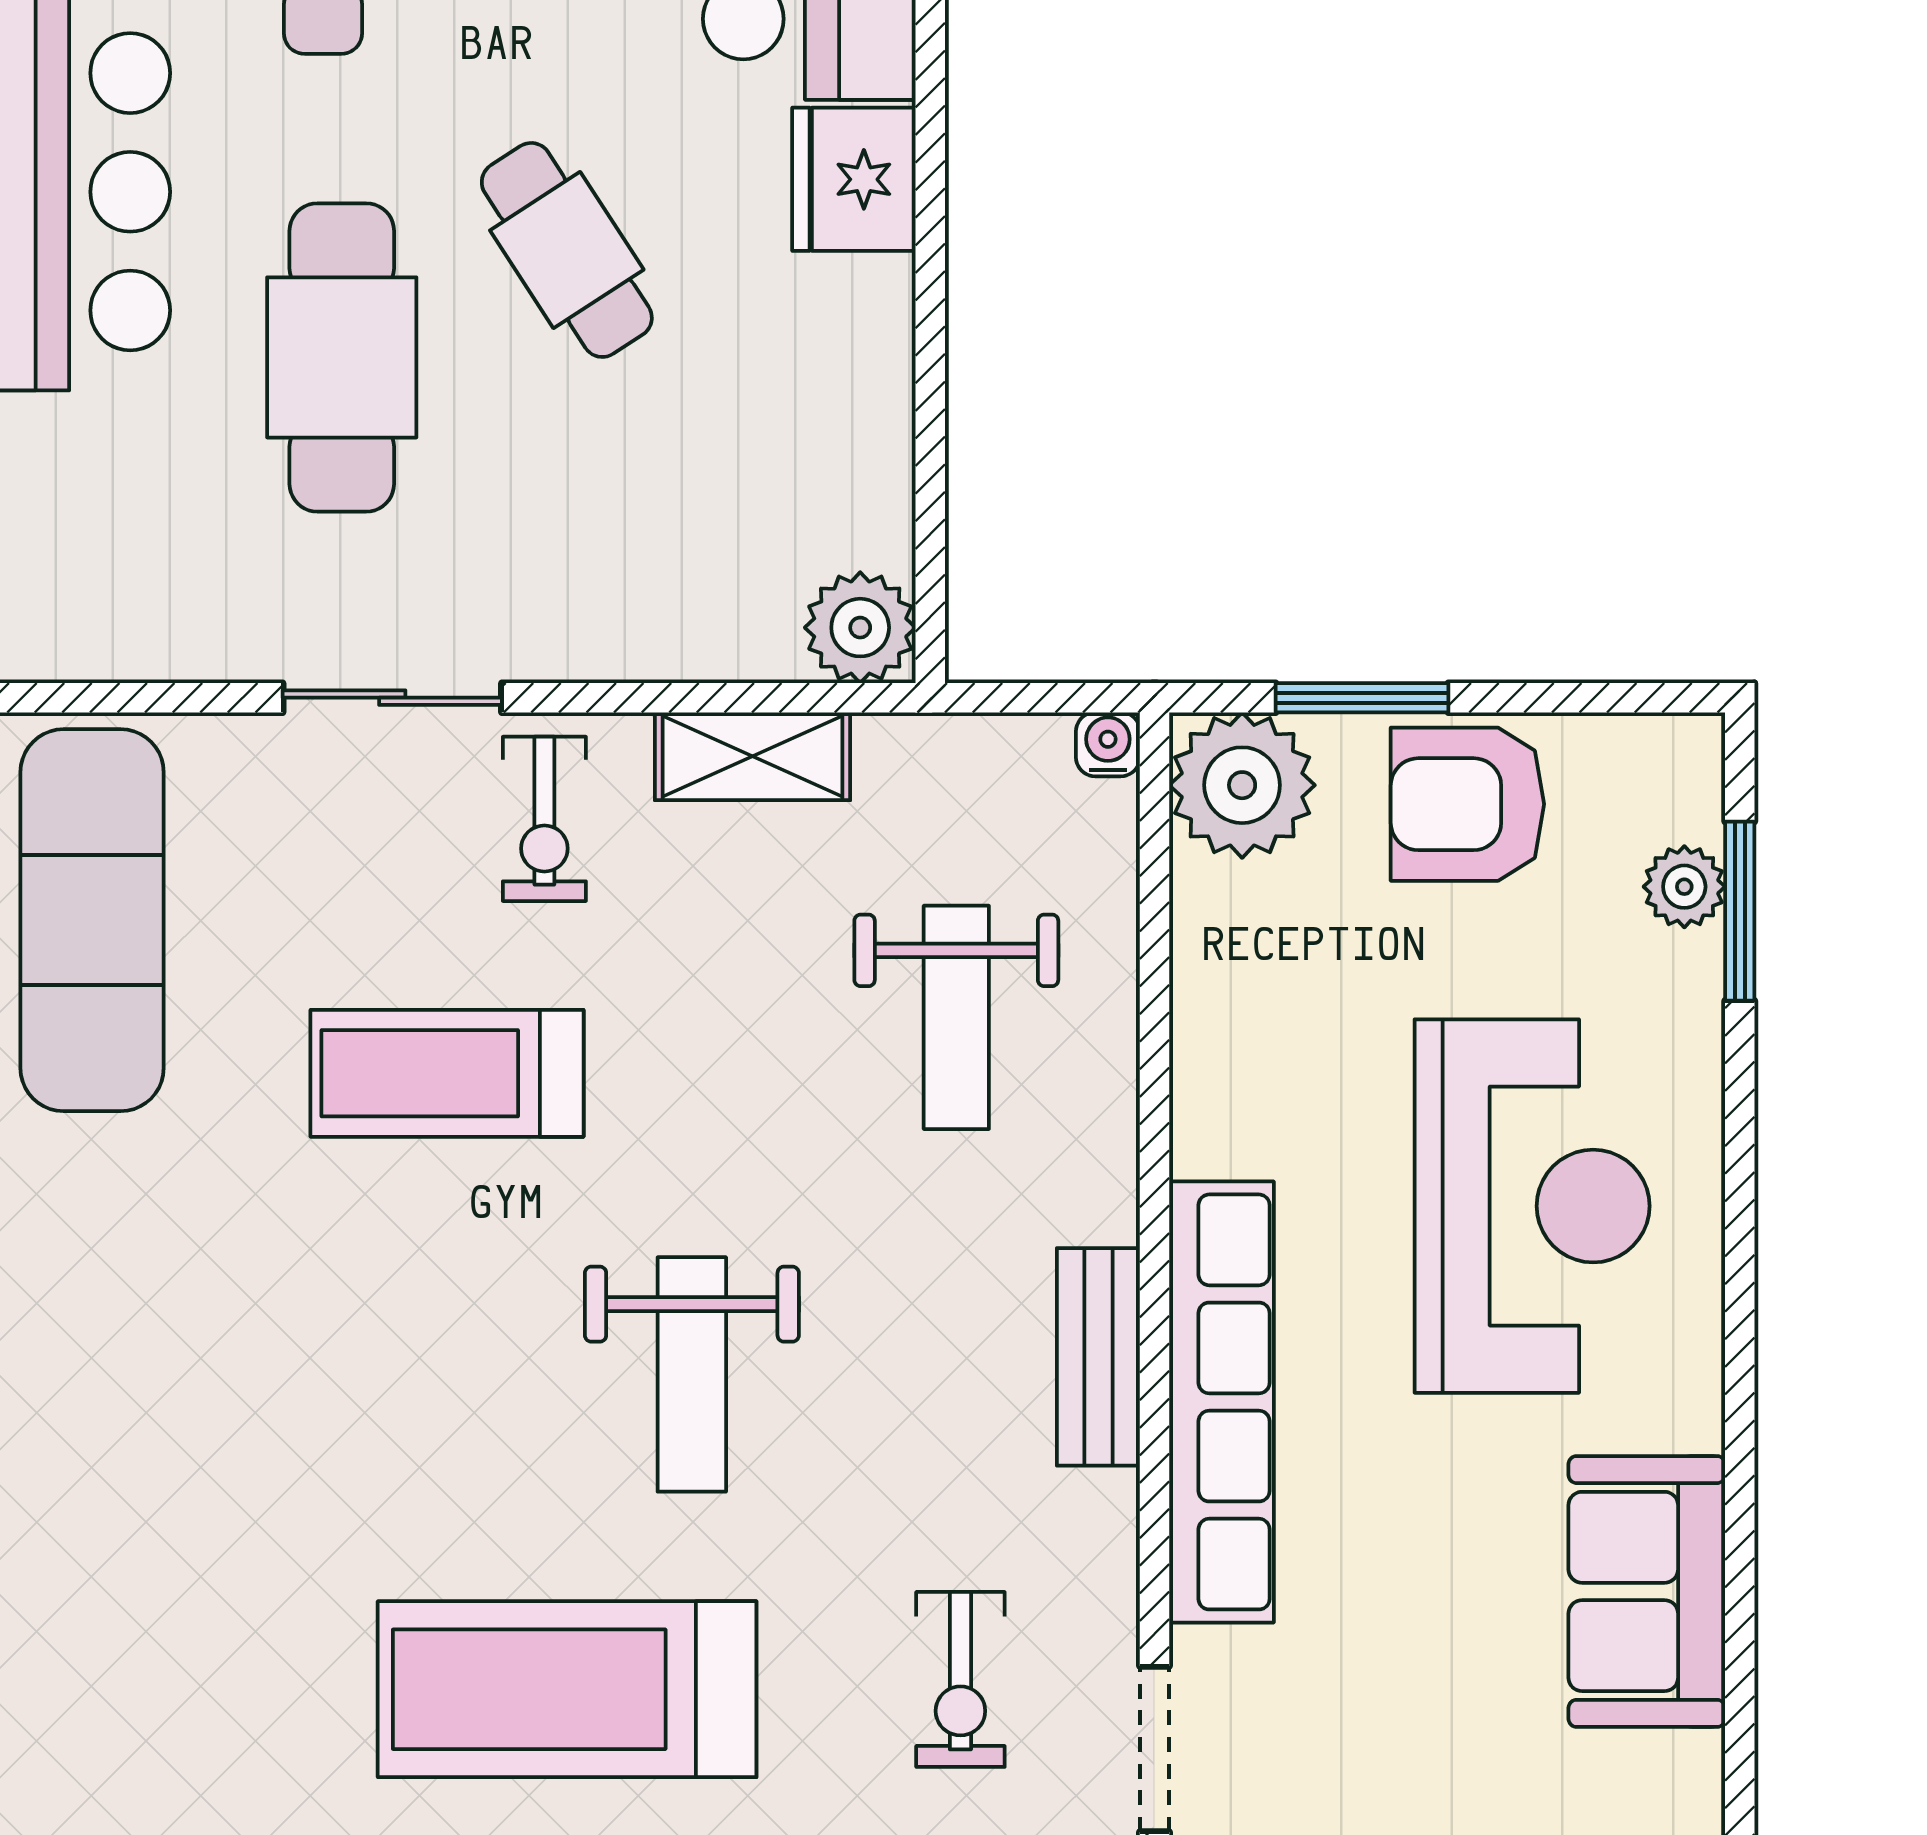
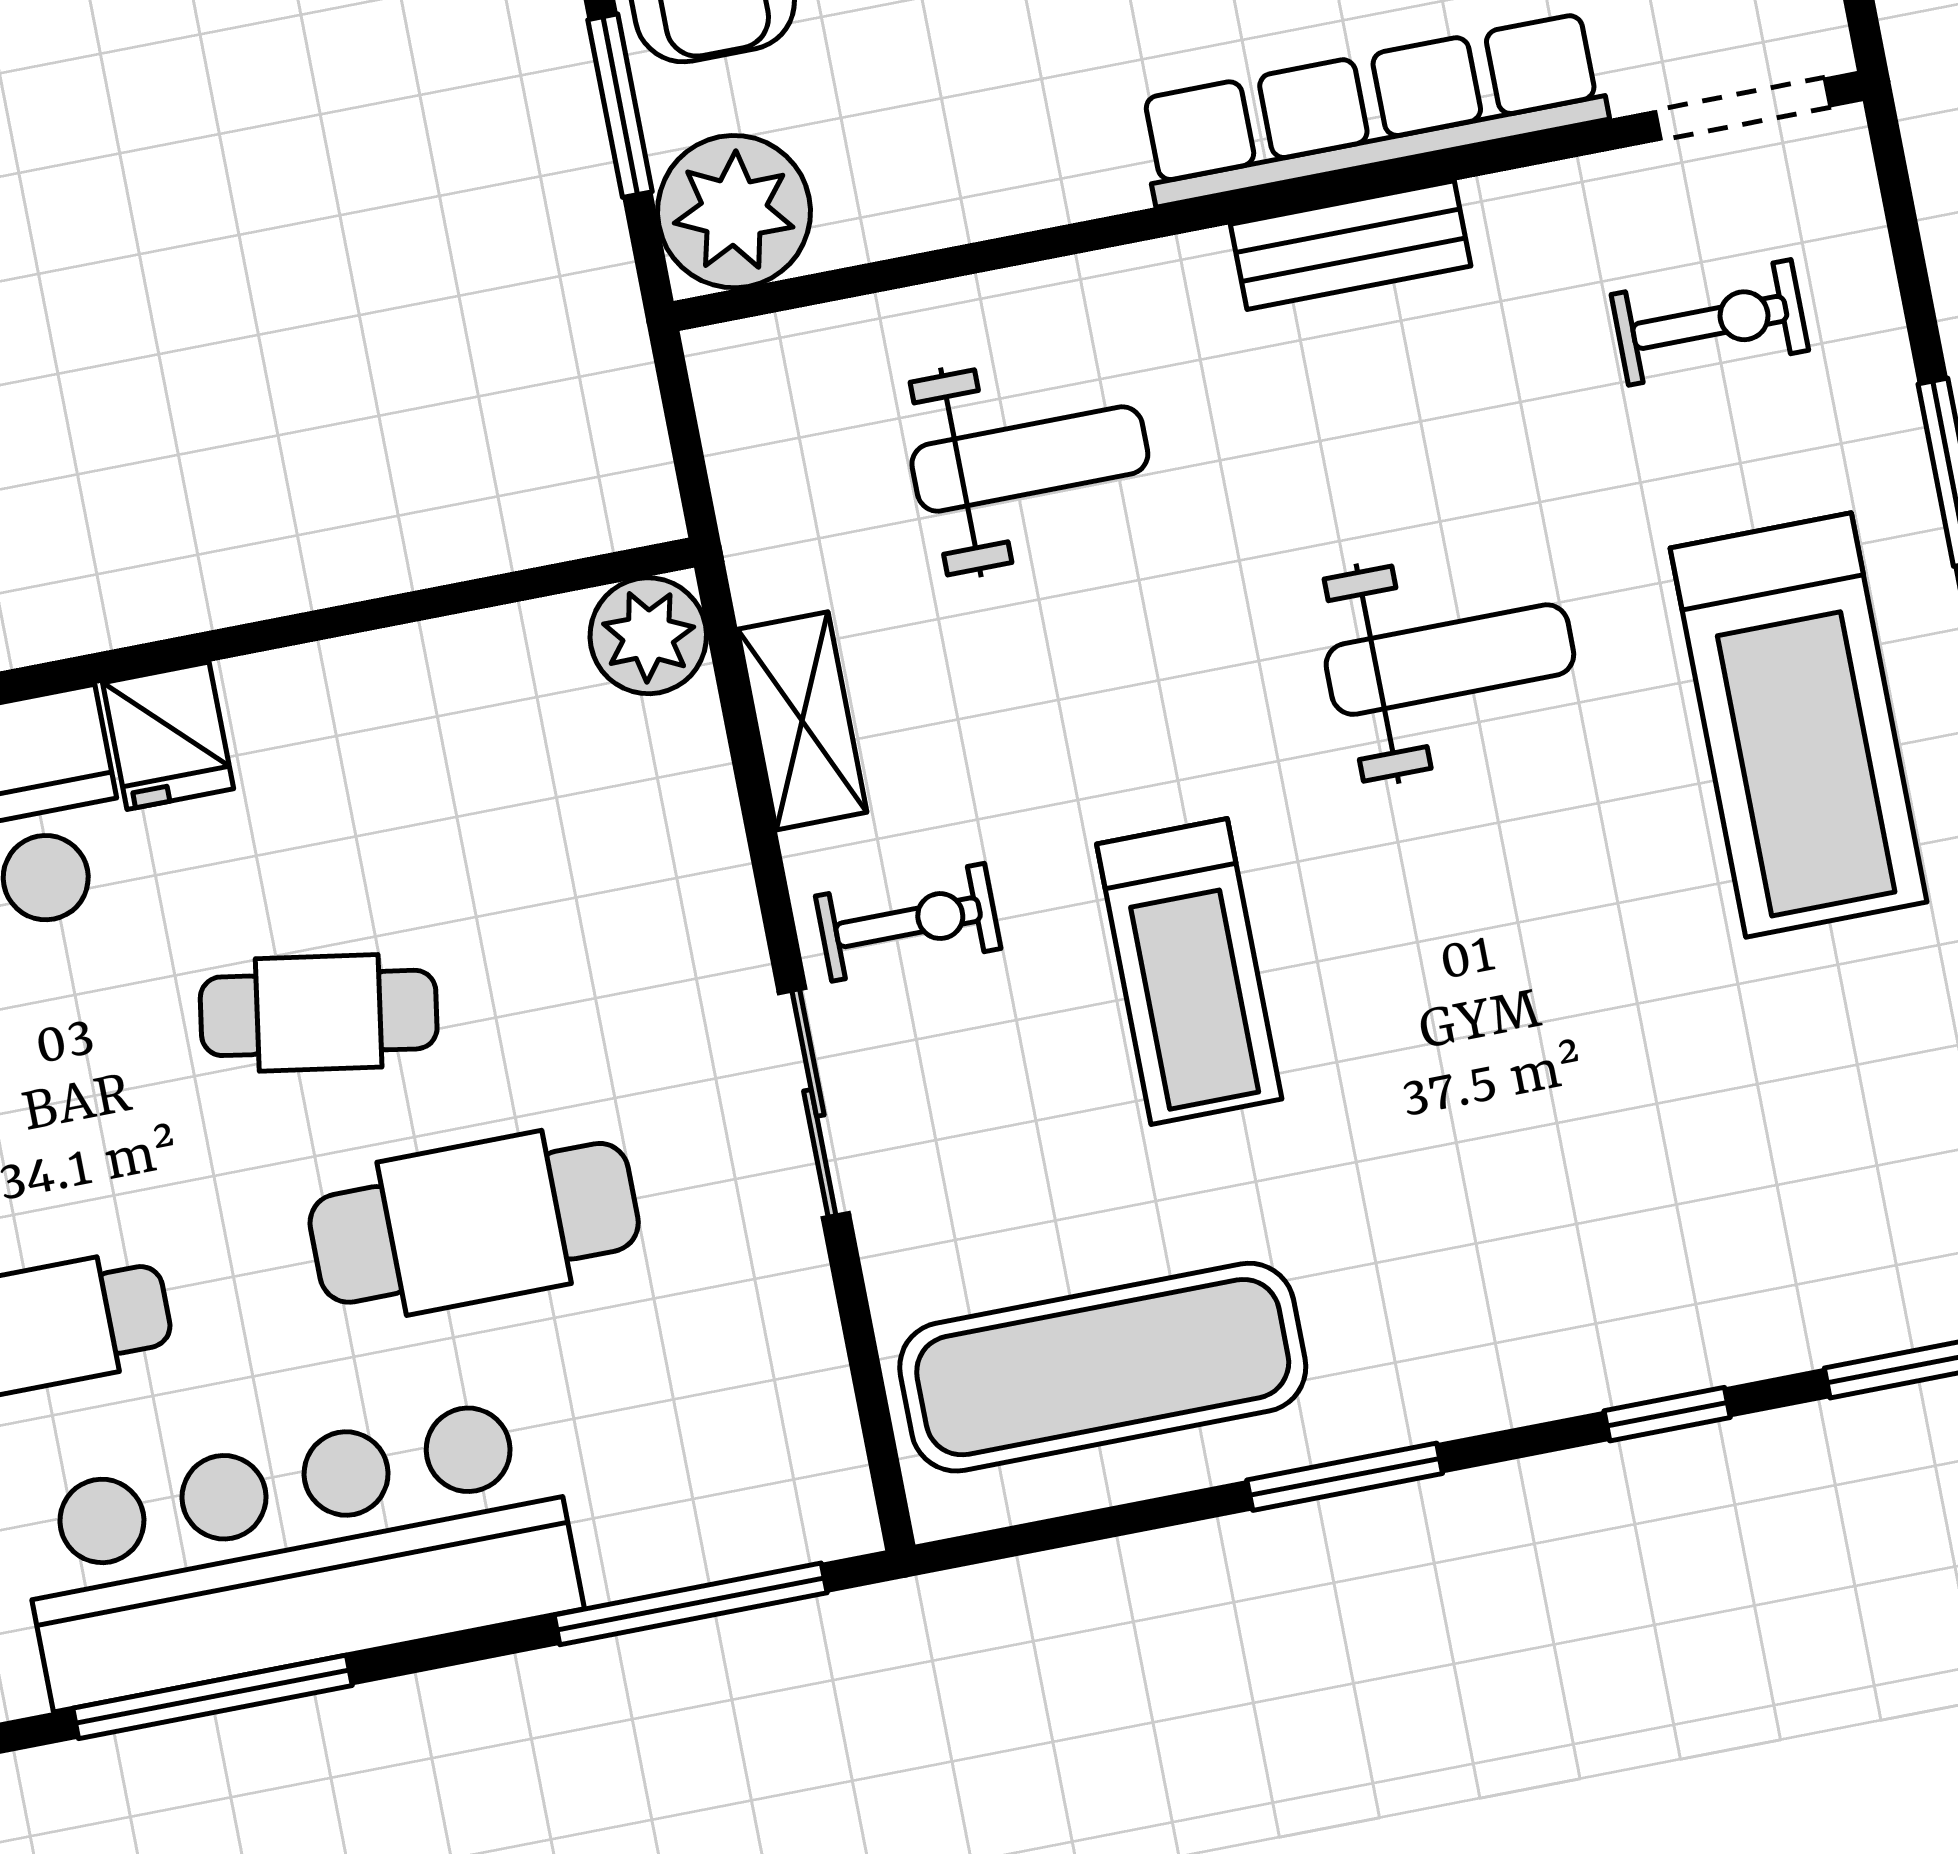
fridge: (854, 179) -> (168, 736), width x0.72
cafe table: (567, 250) -> (319, 1013), turned 42
water cooler: (1108, 744) -> (719, 358), removed

